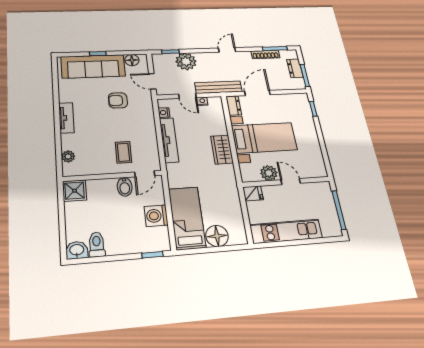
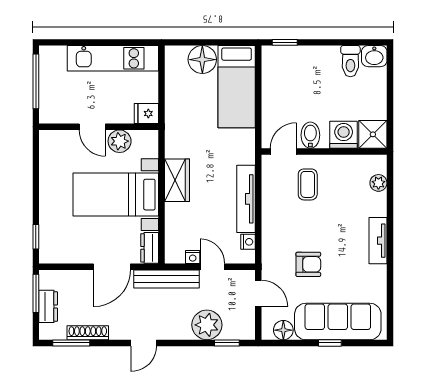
washing machine: (156, 216) -> (344, 135), moved, turned -90

